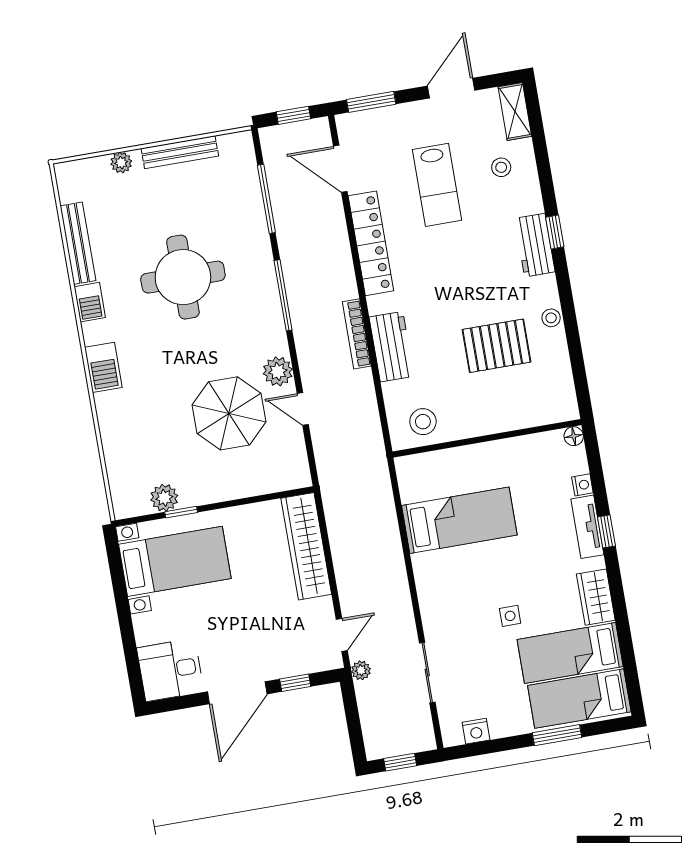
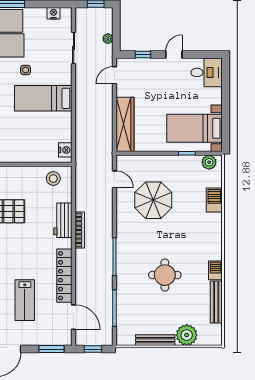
plant: (121, 163) -> (187, 335), width x1.88, depth x1.88
lab bench: (437, 185) -> (25, 300), turned 180
round table: (183, 277) -> (165, 275), width x0.73, depth x0.73
barbecue: (103, 367) -> (214, 200), moved
plant: (278, 371) -> (124, 218), removed
door: (303, 409) -> (115, 179), moved
nightstand: (410, 479) -> (65, 150), added
plant: (164, 498) -> (209, 162), moved
bed: (459, 520) -> (43, 98), moved
plant: (361, 670) -> (108, 39), moved
door: (237, 693) -> (174, 54), width x0.53

